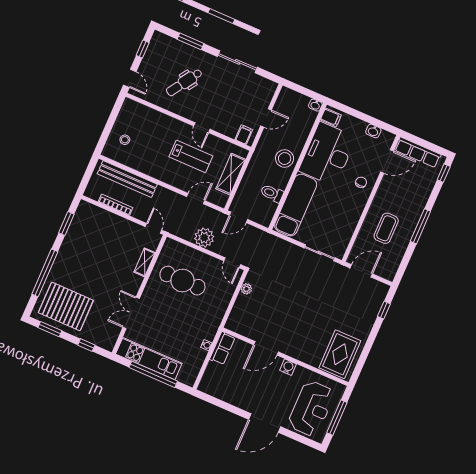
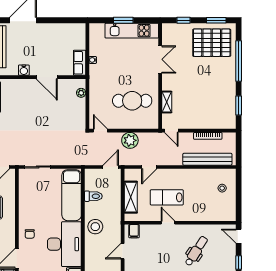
plant: (246, 289) -> (81, 93), moved
door: (266, 348) -> (47, 77), swing flipped
window: (153, 374) -> (123, 20), width x0.47

